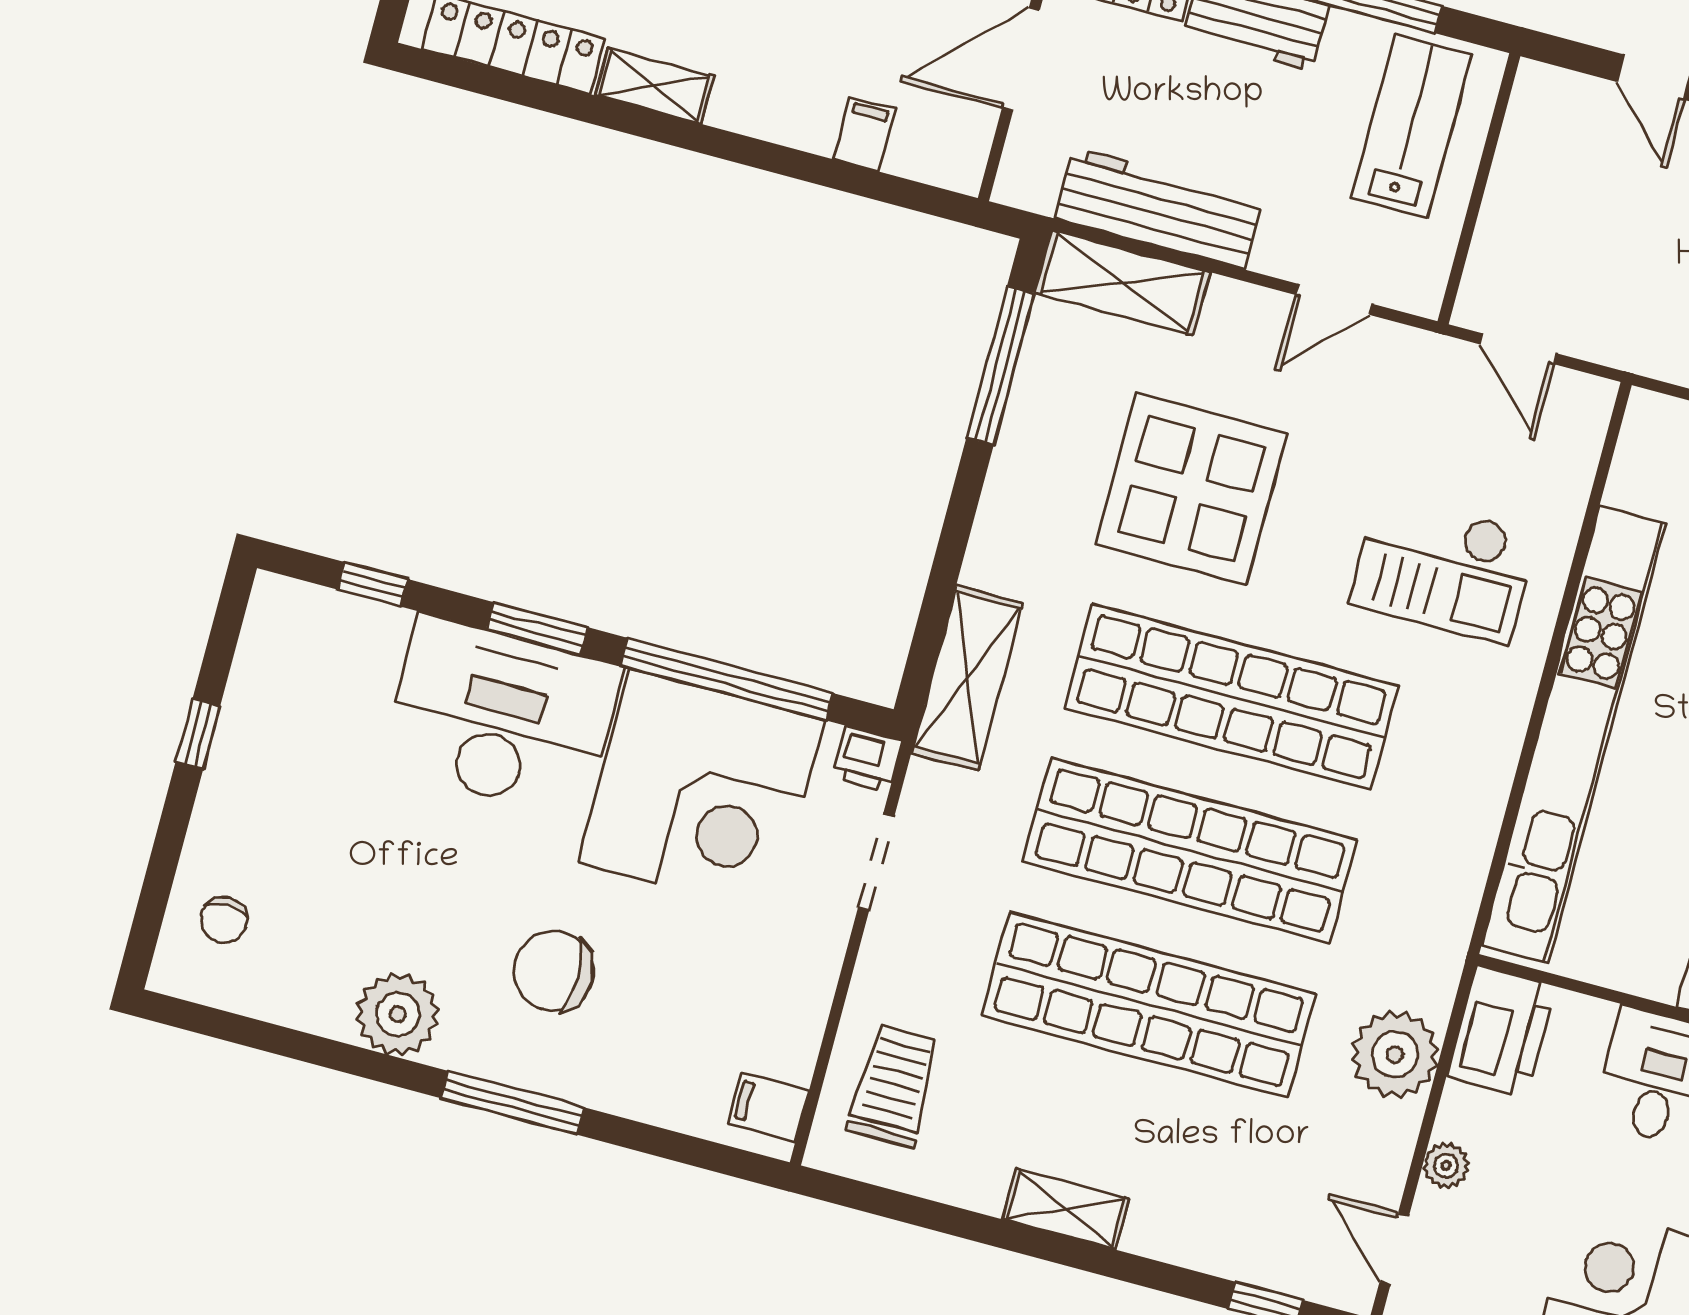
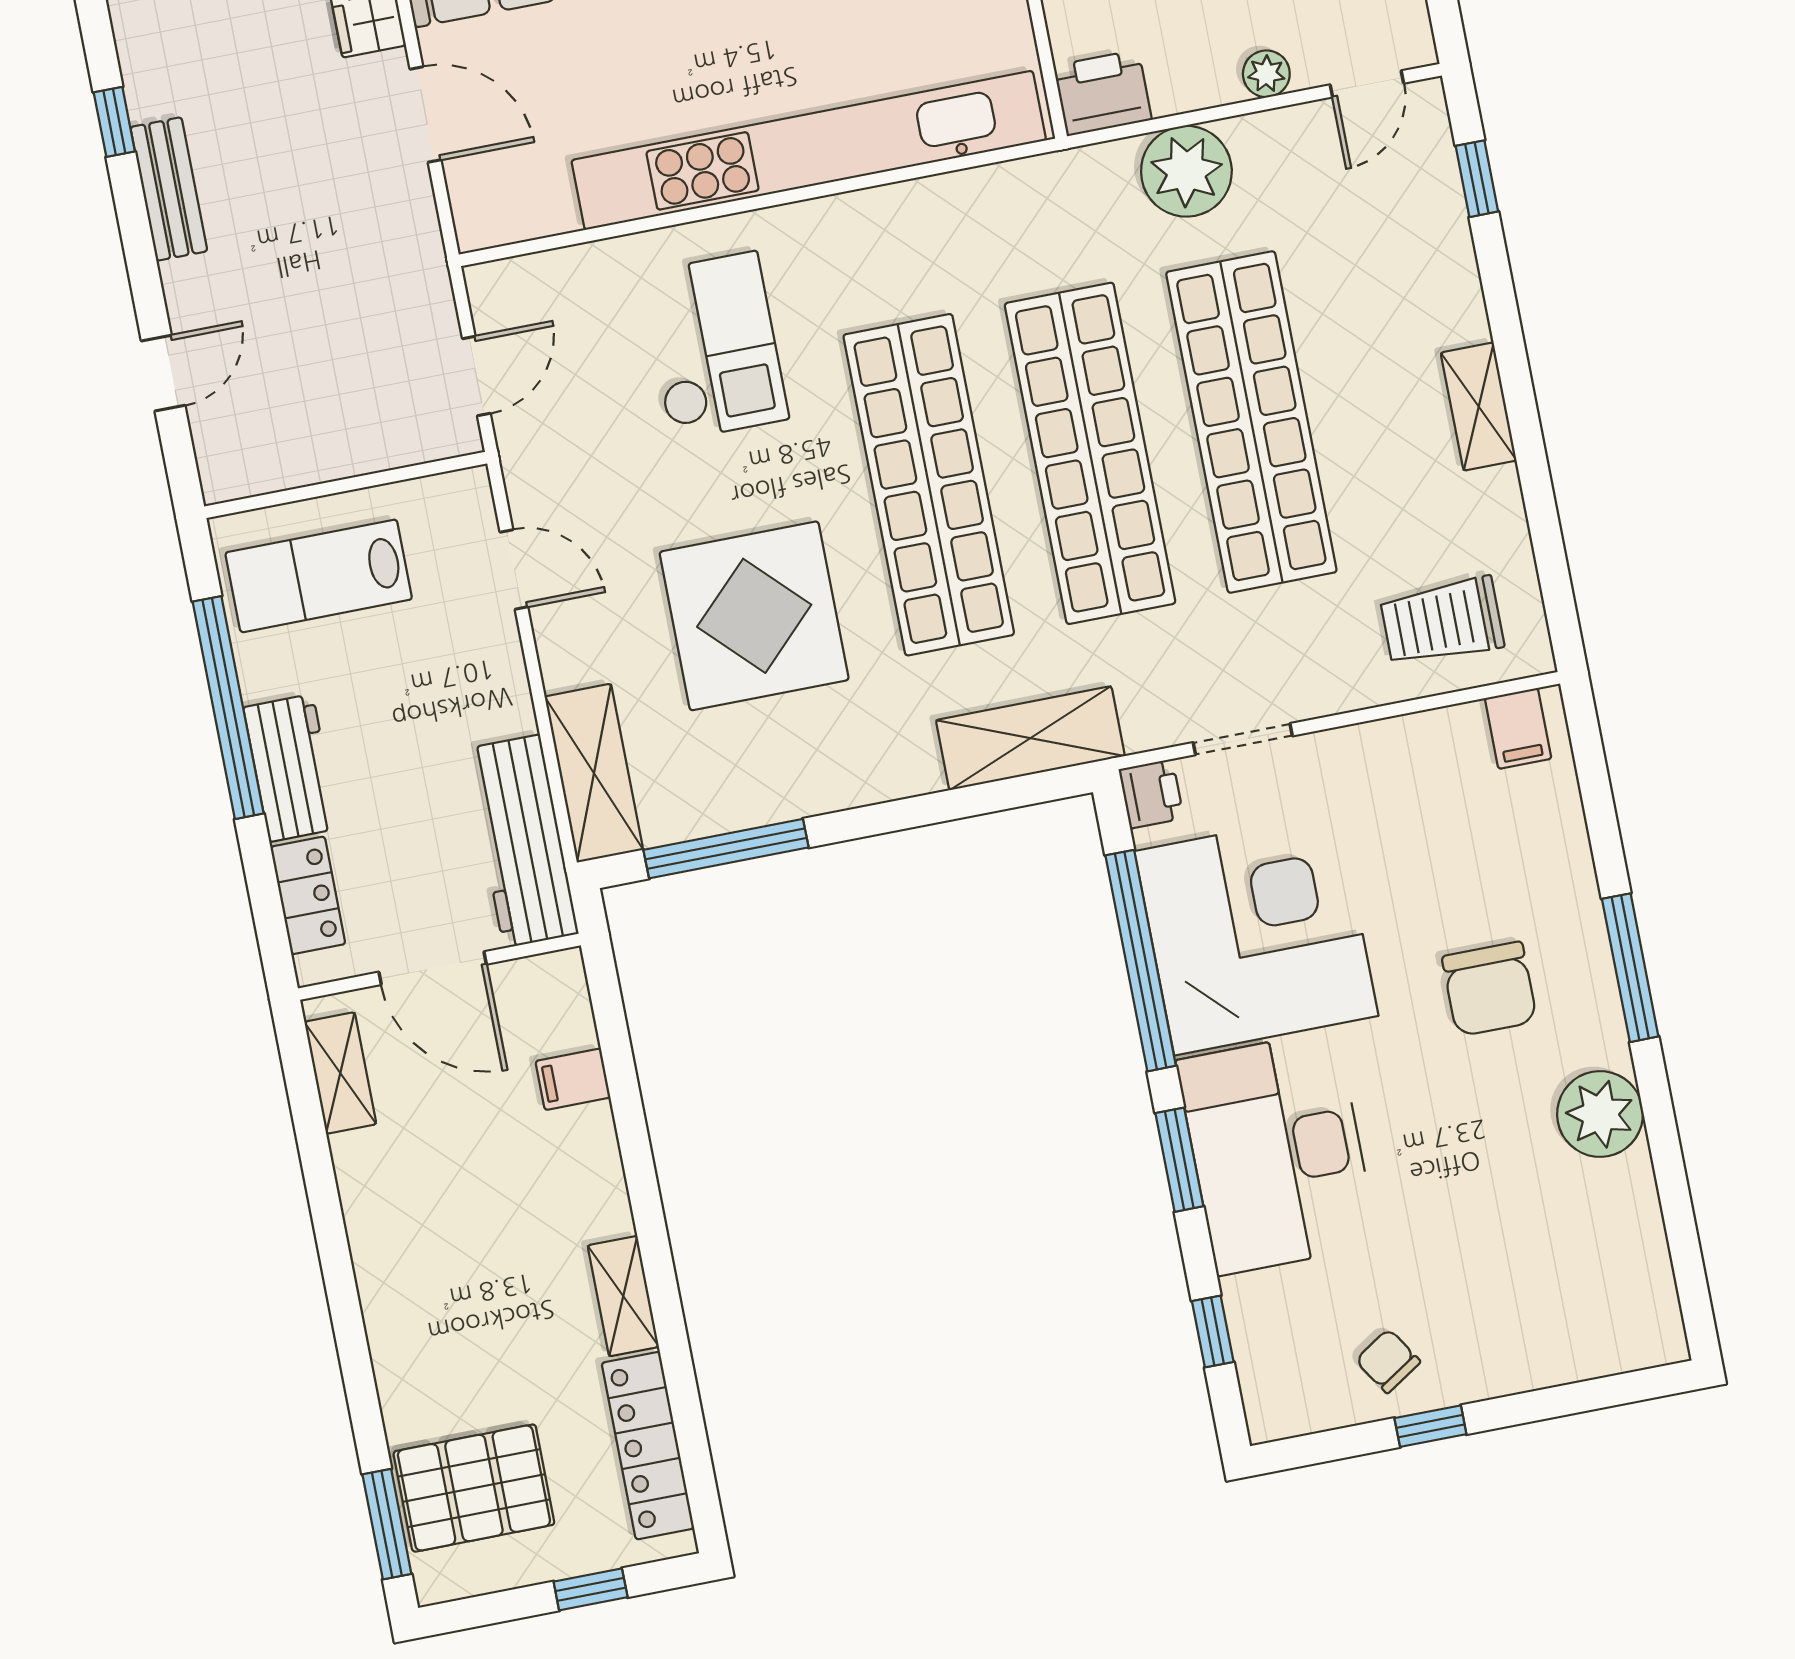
workbench: (1159, 208) -> (522, 841), moved
chair: (224, 920) -> (1388, 1361), moved, turned -123
printer: (1501, 1032) -> (1103, 93), width x0.73, depth x0.84

